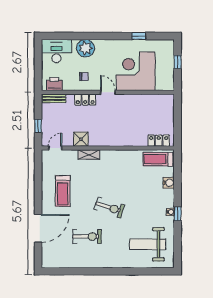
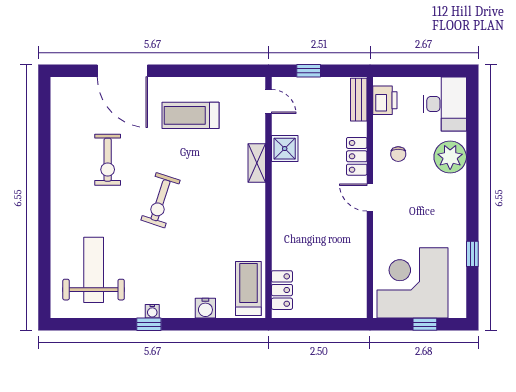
corner desk: (136, 71) -> (413, 283), moved, turned -90
door: (108, 92) -> (370, 197), swing flipped

